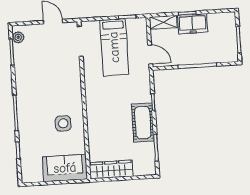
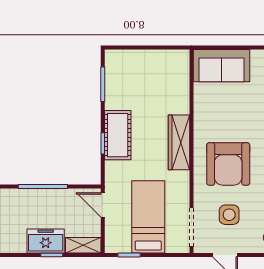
armchair: (55, 92) -> (228, 164), added
side table: (63, 123) -> (229, 215), moved
cot: (143, 123) -> (118, 135), moved
wardrobe: (111, 169) -> (179, 142), moved, turned 90

